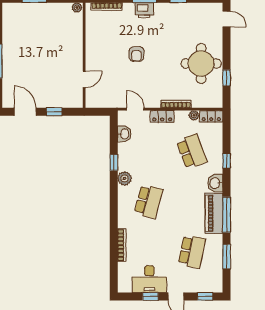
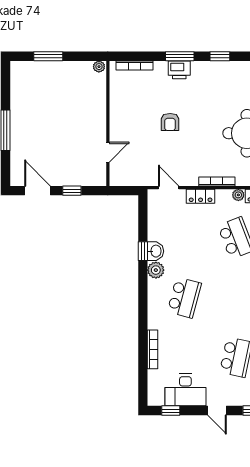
washbasin: (124, 134) -> (156, 251), moved
window: (150, 296) -> (171, 411), moved

